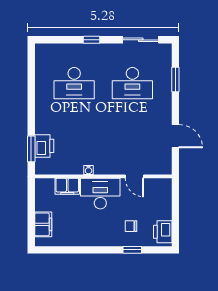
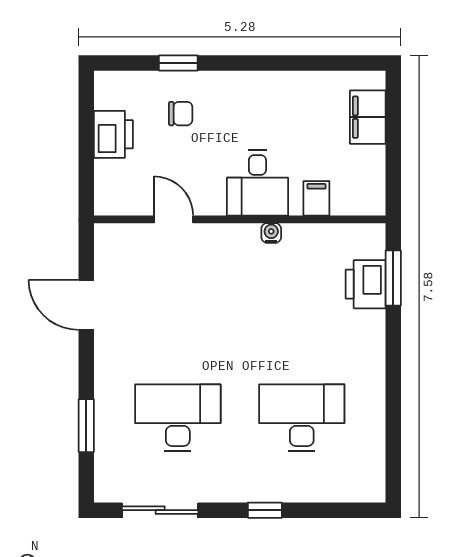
filing cabinet: (67, 186) -> (316, 198), width x0.50
desk: (100, 194) -> (257, 183), width x0.73
printer: (163, 232) -> (113, 134), moved

